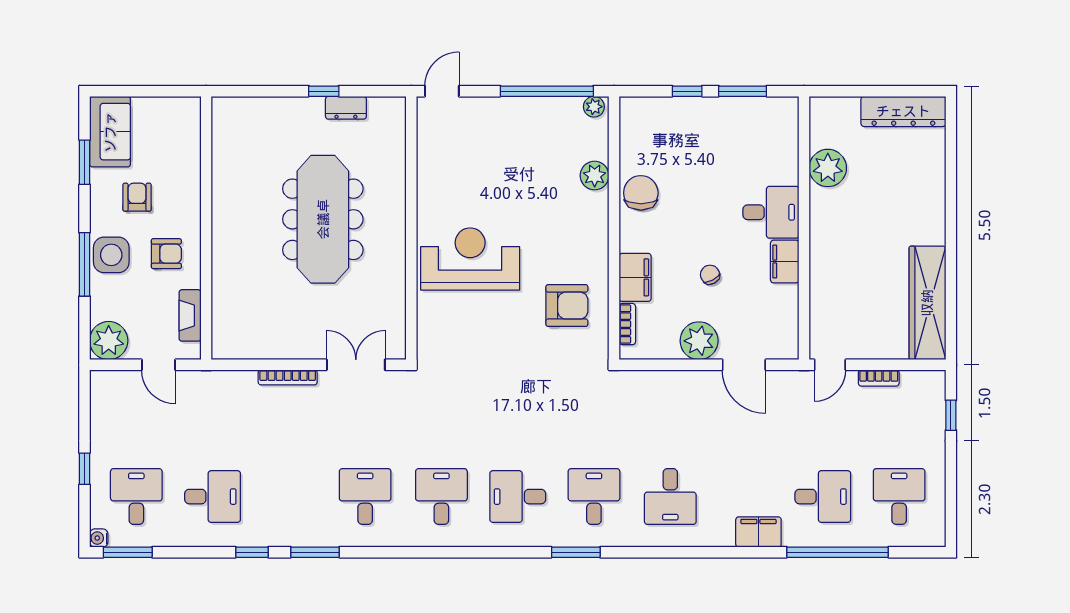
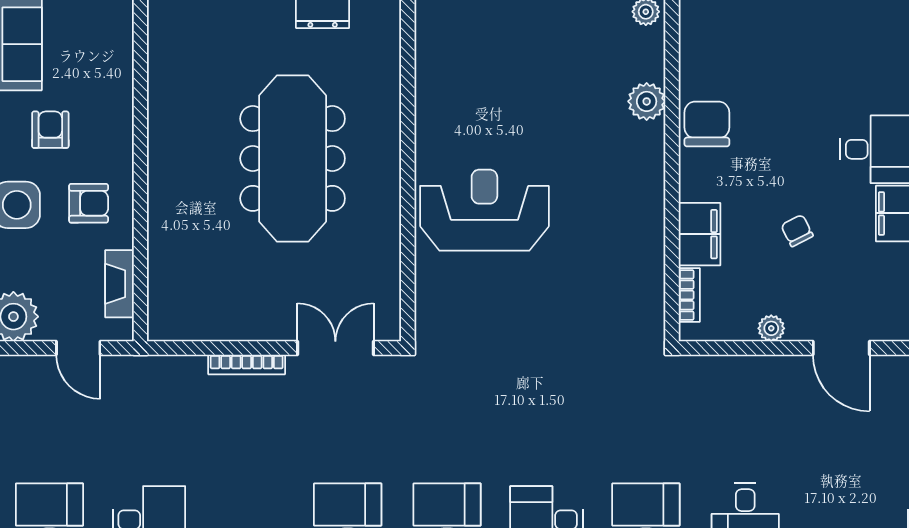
armchair: (567, 306) -> (611, 271), removed
plant: (699, 341) -> (771, 328), width x0.53, depth x0.53

